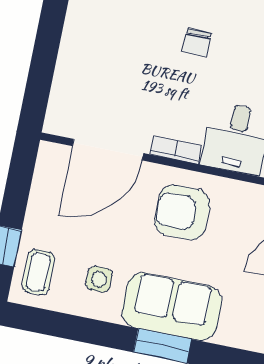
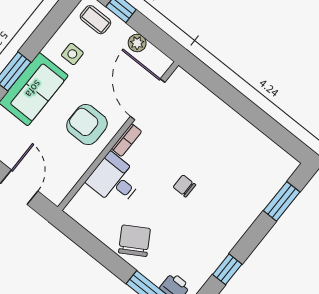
plant: (41, 201) -> (137, 43), added
armchair: (182, 212) -> (87, 125), turned -90

